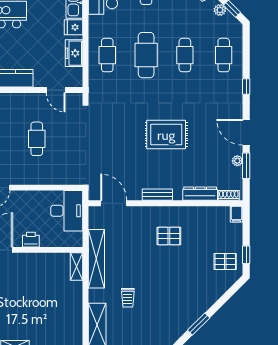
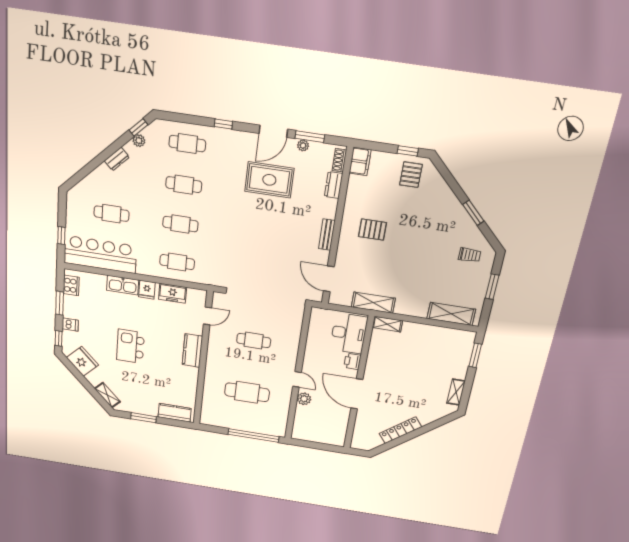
cafe table: (146, 55) -> (180, 224), width x0.73, depth x0.74
rug: (166, 135) -> (269, 180), moved, turned 90
dresser: (200, 194) -> (334, 185), width x0.70
door: (114, 203) -> (329, 279), hinge flipped
desk: (67, 211) -> (349, 333), moved, turned 90
filing cabinet: (236, 214) -> (360, 161), width x2.00
pallet: (169, 236) -> (373, 230), turned 90
shelving: (96, 259) -> (373, 303), width x0.68
trolley: (128, 298) -> (470, 255), moved

